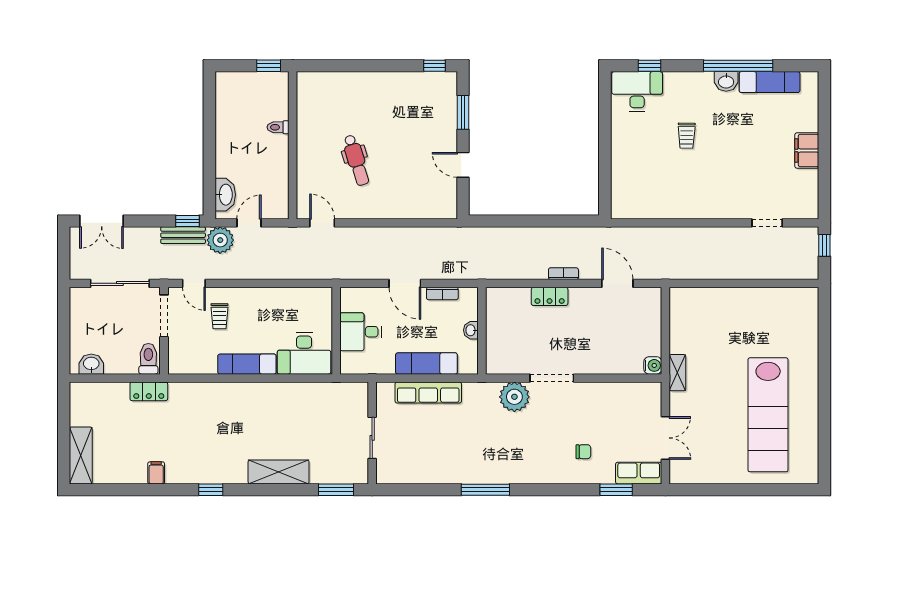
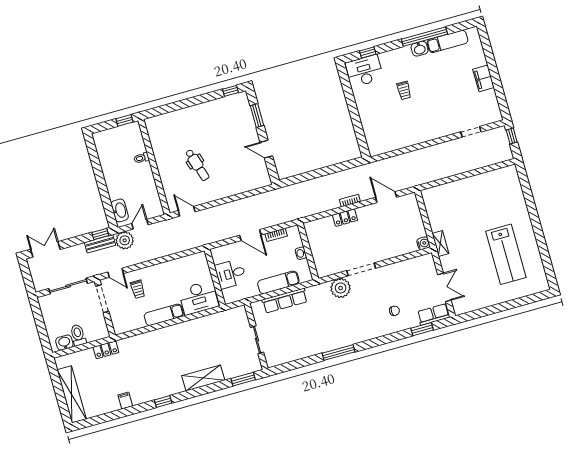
double door: (102, 221) -> (45, 249), swing flipped
toilet: (148, 359) -> (78, 335), moved
lab bench: (768, 415) -> (506, 254), width x0.73
shelving: (81, 455) -> (72, 394), width x1.47

